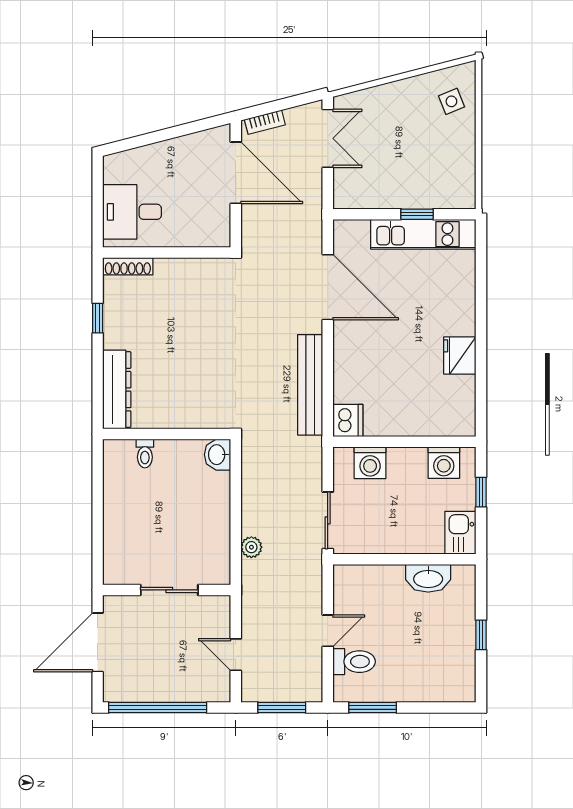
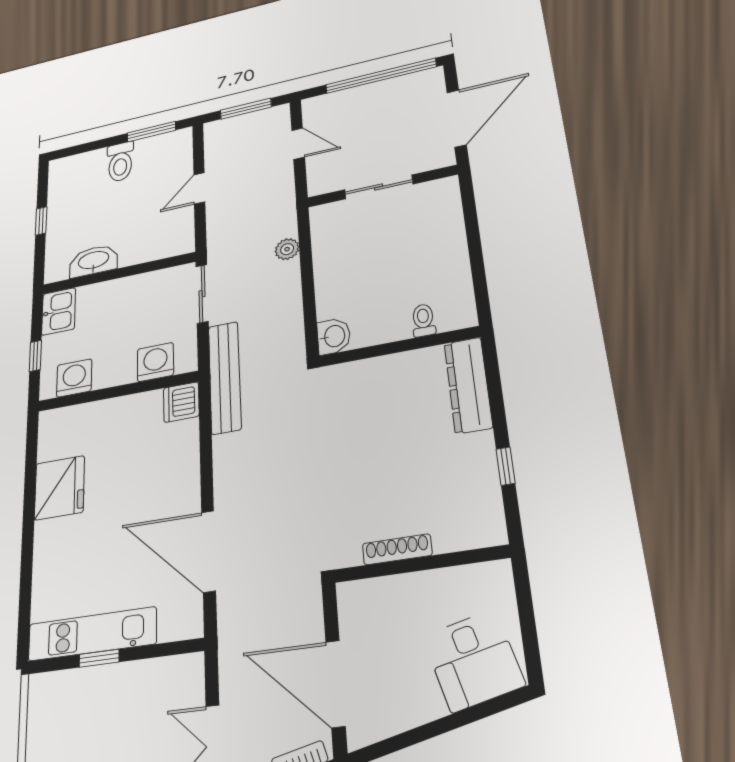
desk: (132, 212) -> (473, 660), moved, turned 76
shoe rack: (128, 266) -> (397, 549), moved
fridge: (460, 356) -> (59, 488), width x1.36, depth x1.34
bench: (310, 385) -> (225, 377), moved
toilet: (354, 662) -> (120, 162), moved, turned -90

